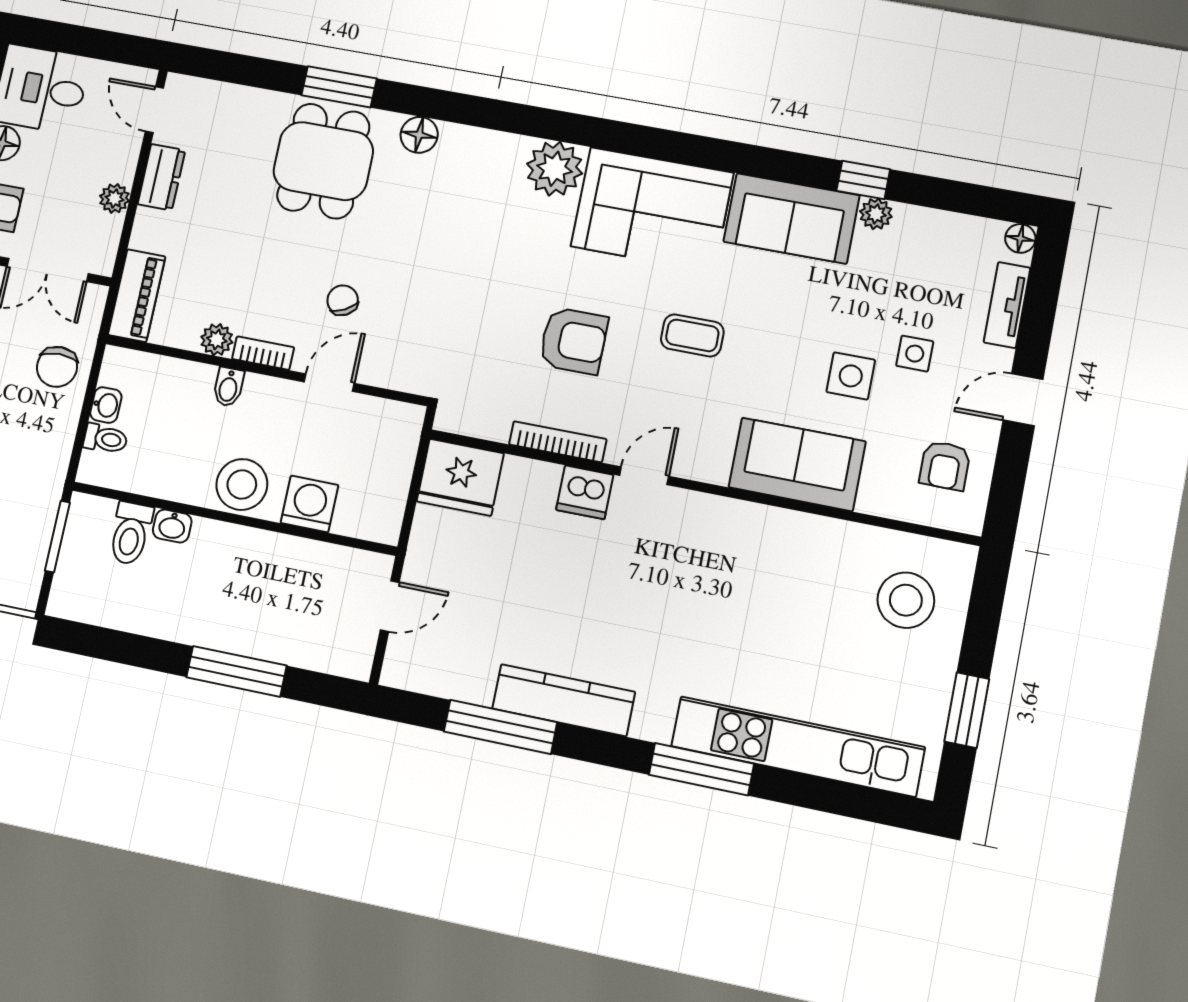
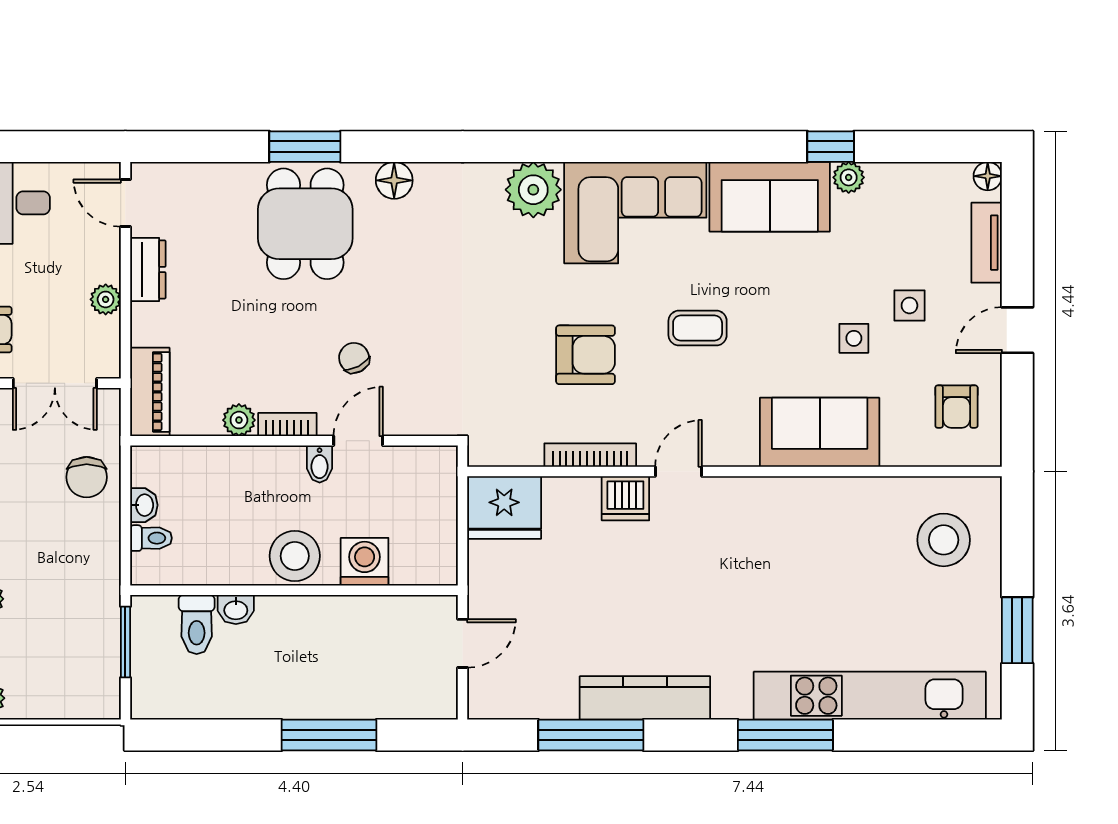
side table: (851, 376) -> (854, 338), width x0.73, depth x0.73
bidet: (228, 387) -> (320, 464), moved

